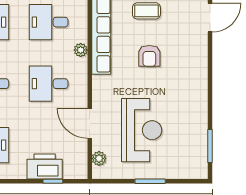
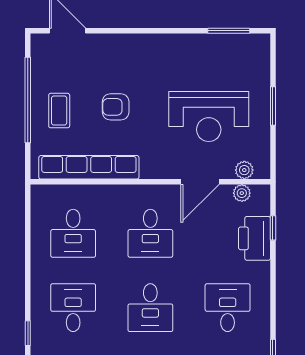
plant: (81, 50) -> (242, 193), moved
armchair: (149, 56) -> (116, 107), turned 180
reception desk: (142, 130) -> (209, 117), turned 180

